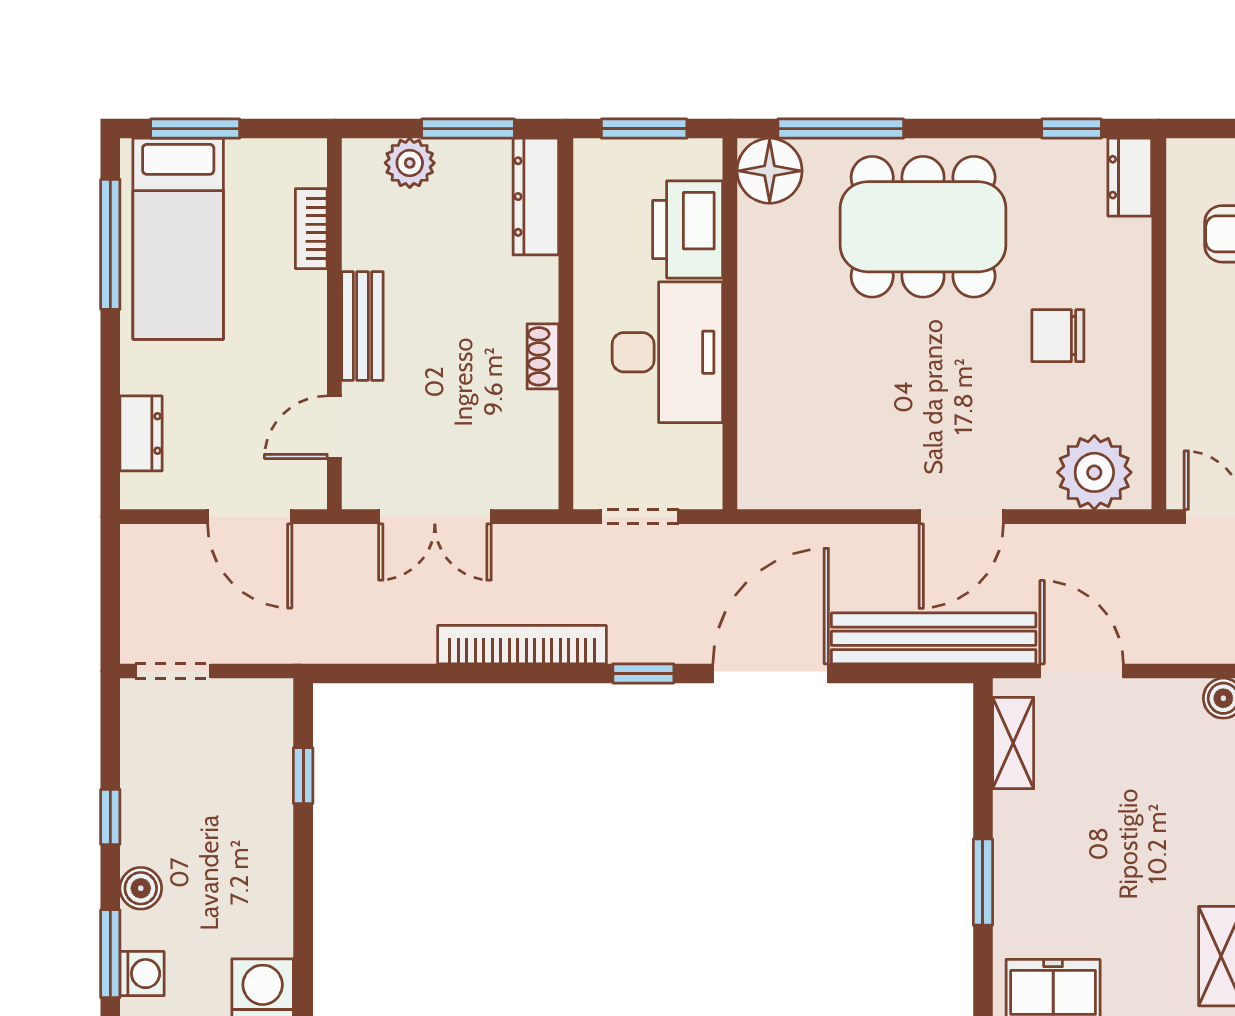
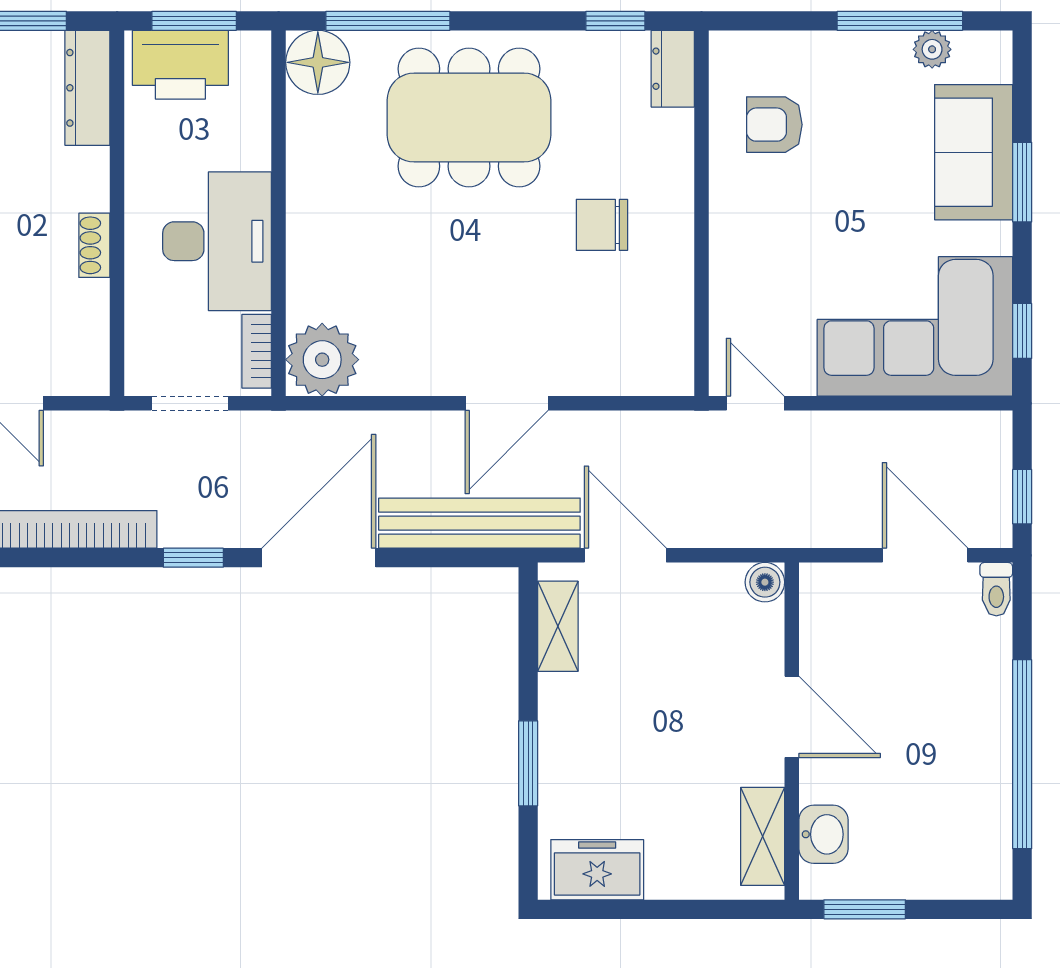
printer: (688, 229) -> (180, 65), moved, turned -90
bookcase: (708, 464) -> (257, 351), added
plant: (1094, 472) -> (322, 360), moved

